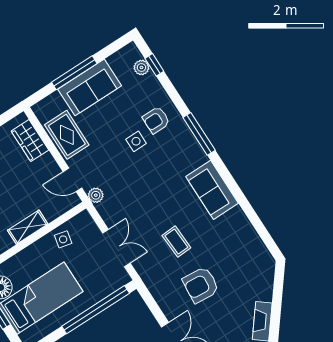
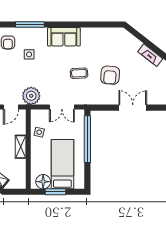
side table: (136, 141) -> (29, 54), moved
plant: (96, 195) -> (31, 96), width x1.88, depth x1.88
double door: (116, 248) -> (62, 107), swing flipped

